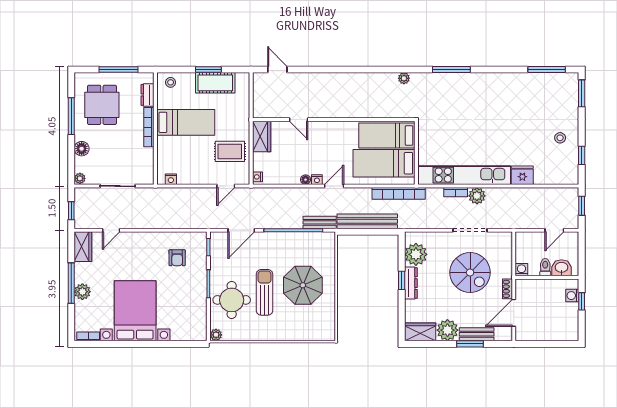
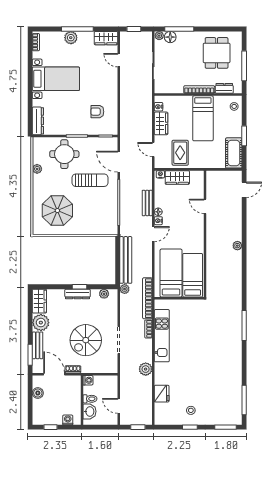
plant: (404, 78) -> (237, 246), moved
cot: (215, 83) -> (234, 153), moved
dining table: (102, 105) -> (217, 53), turned 90
window: (71, 116) -> (179, 29), moved
door: (299, 120) -> (205, 206), hinge flipped
wardrobe: (262, 137) -> (177, 178), moved
floor lamp: (82, 149) -> (170, 37), moved
window: (582, 155) -> (190, 427), moved
kitchen unit: (464, 175) -> (162, 336), width x0.73
fridge: (522, 175) -> (162, 394), moved
wardrobe: (192, 176) -> (161, 123), added
door: (334, 186) -> (153, 234), hinge flipped
bookcase: (399, 193) -> (147, 298), moved
plant: (477, 196) -> (146, 369), moved
bench: (320, 222) -> (147, 203), moved
plant: (405, 223) -> (125, 289), added
plant: (416, 254) -> (104, 294), width x0.53, depth x0.53
parasol: (303, 285) -> (57, 211), moved
sun lounger: (264, 292) -> (90, 180), moved
window: (582, 301) -> (51, 427), moved
bed with nightstands: (135, 311) -> (56, 79), width x0.73
dresser: (189, 334) -> (38, 121), added
boiler: (538, 334) -> (38, 393), added
plant: (216, 335) -> (37, 169), moved
window: (470, 344) -> (30, 355), moved

